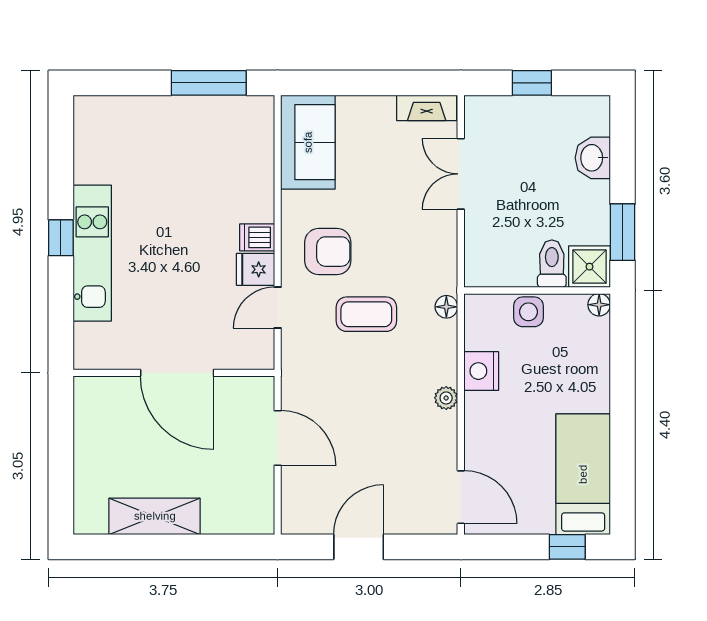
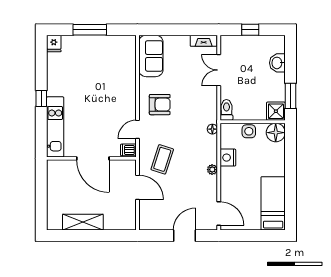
window: (209, 83) -> (90, 30), moved
dishwasher: (257, 237) -> (128, 150), moved
kitchen unit: (92, 253) -> (55, 127), moved
toilet: (552, 264) -> (226, 110), moved
fridge: (256, 269) -> (54, 44), moved, turned -90
floor lamp: (599, 305) -> (276, 133), width x1.89, depth x1.89
coffee table: (366, 314) -> (162, 159), moved, turned -72
door: (359, 547) -> (184, 236), moved
window: (567, 547) -> (266, 236), removed

